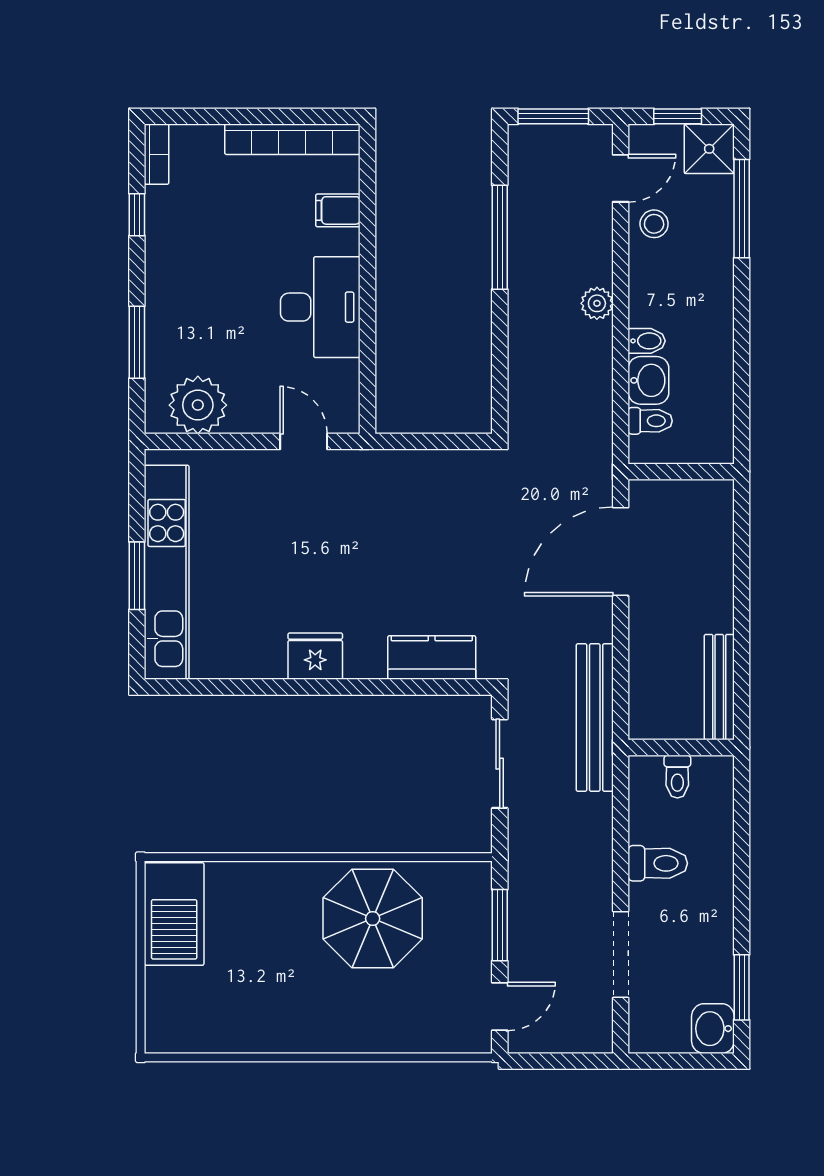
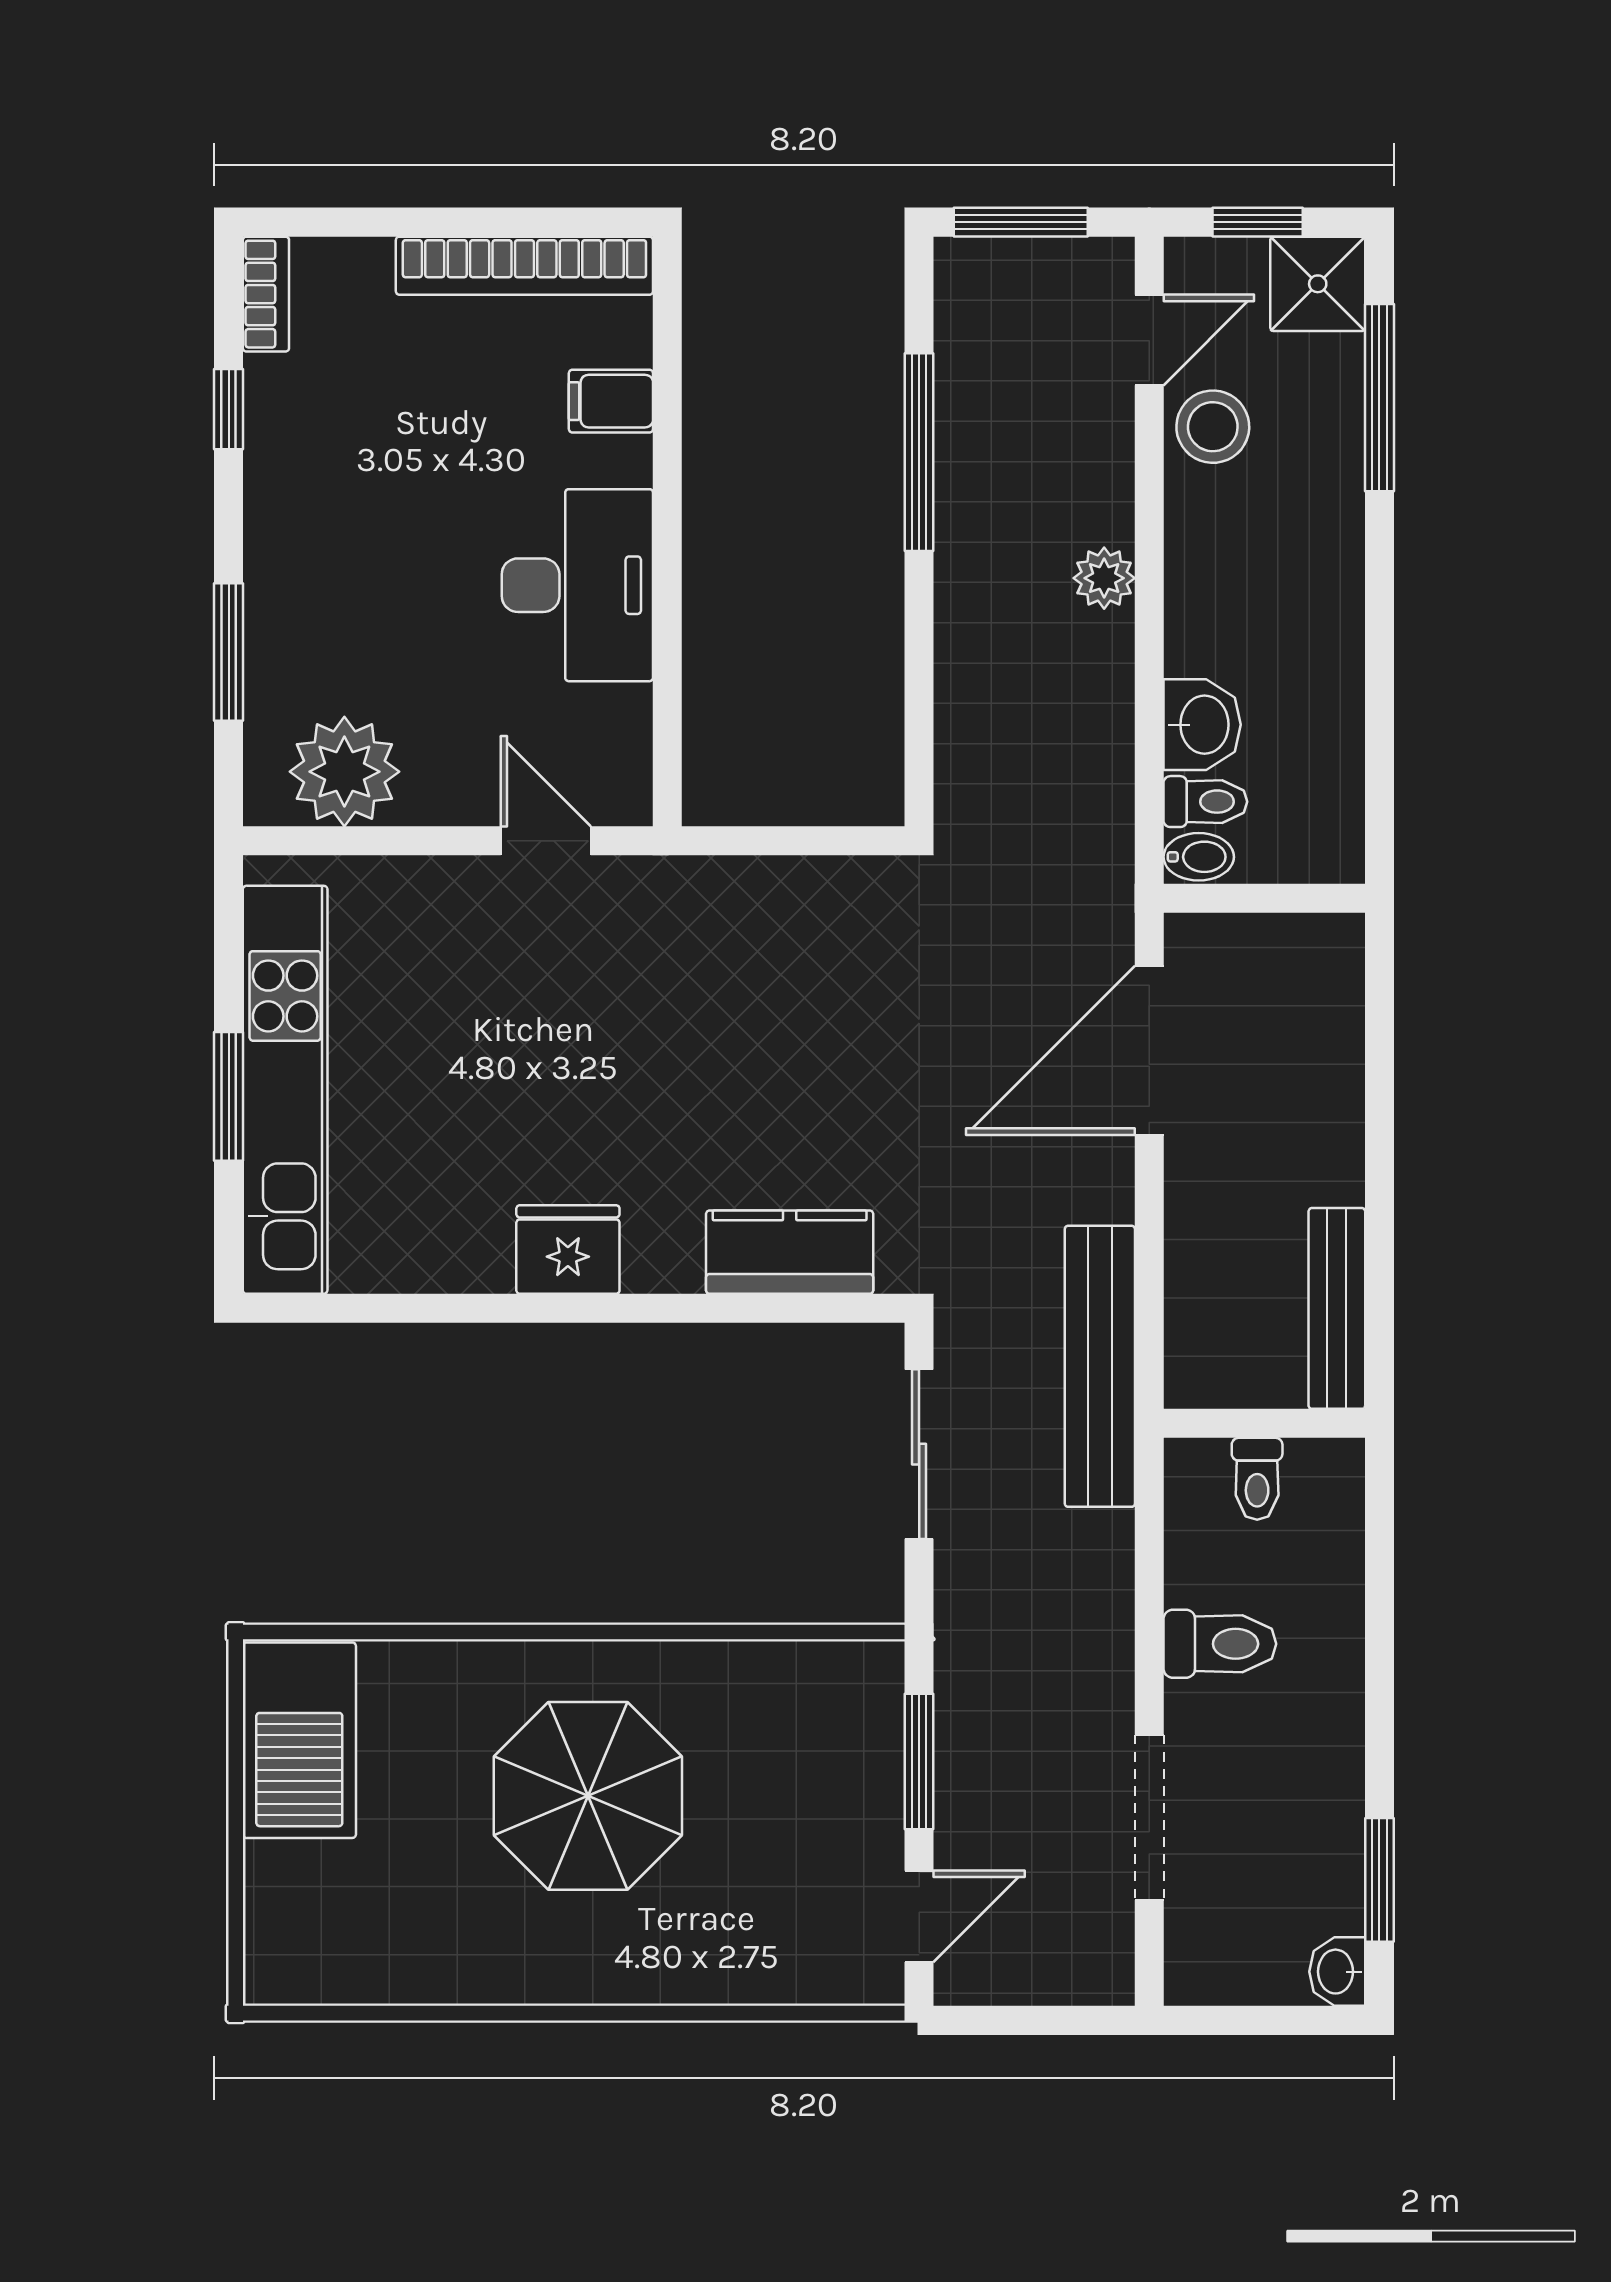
stool: (654, 224) -> (1213, 427), width x1.37, depth x1.37
bidet: (647, 341) -> (1199, 857), moved
parasol: (373, 918) -> (588, 1796), moved
washbasin: (713, 1029) -> (1337, 1972), width x0.72, depth x0.69

